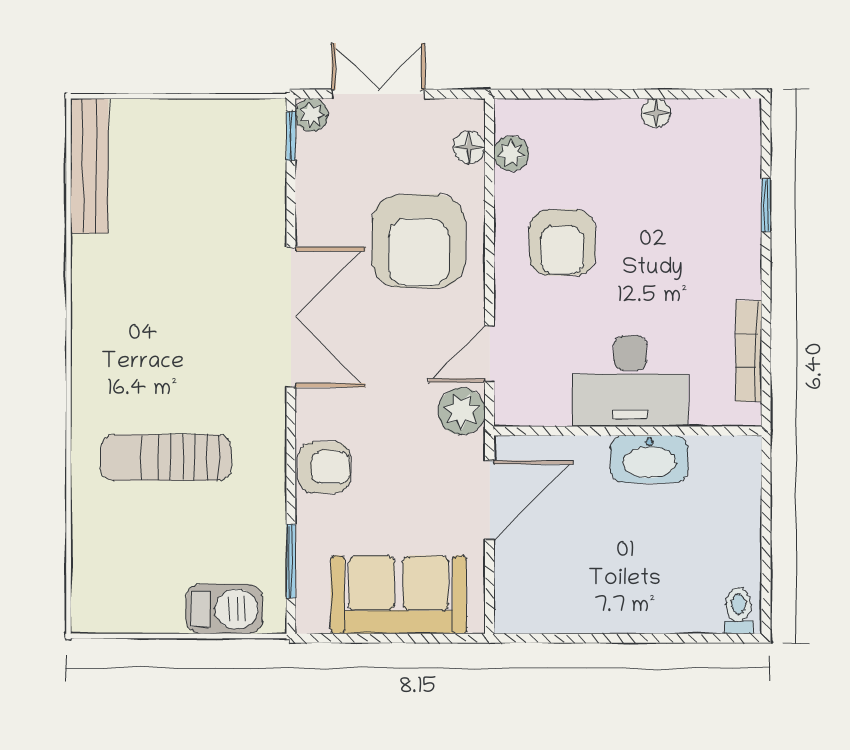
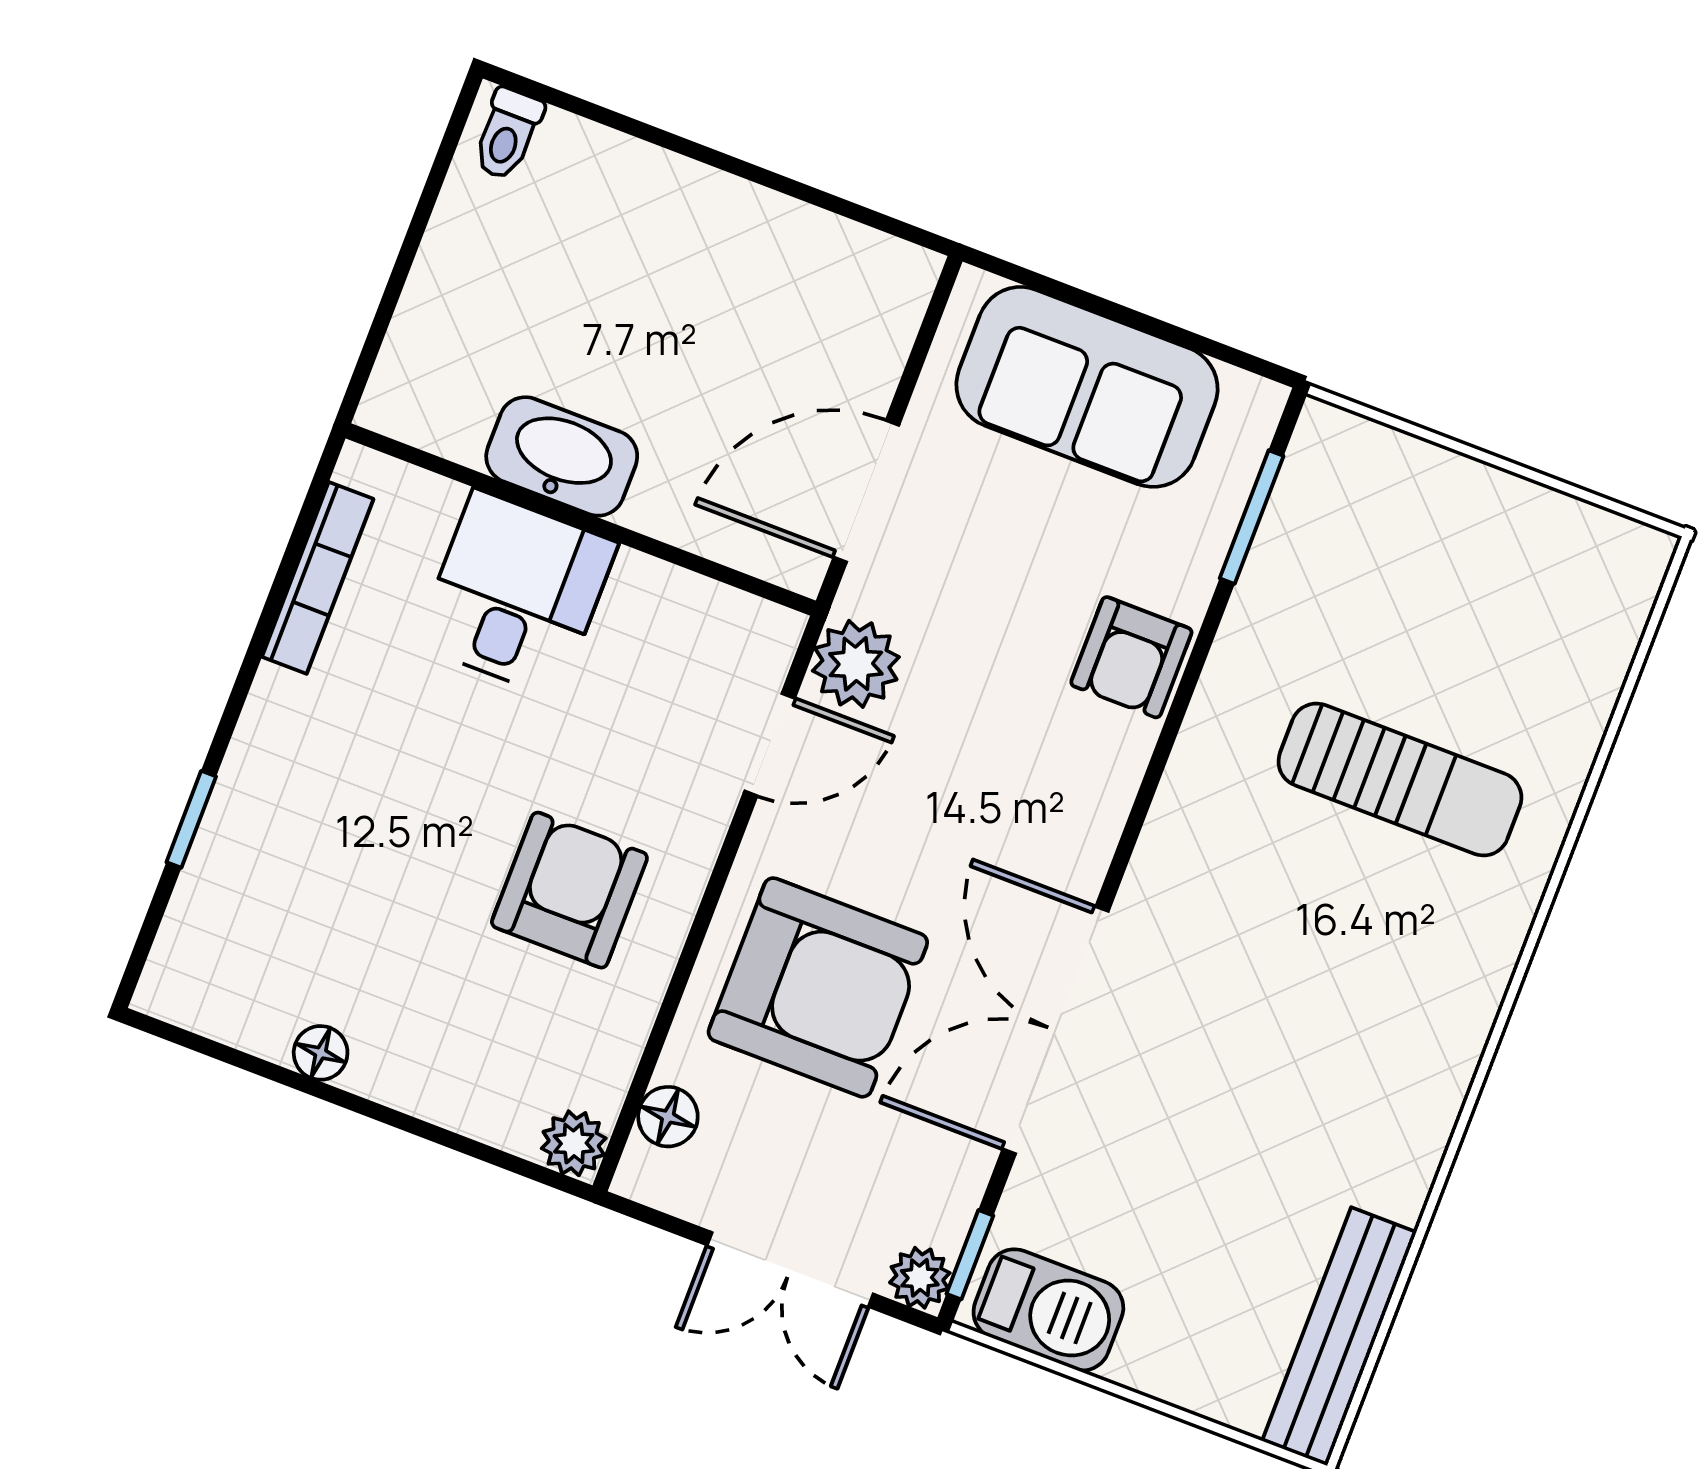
plant: (511, 153) -> (574, 1143), moved
armchair: (419, 241) -> (818, 987), turned 90
double door: (291, 317) -> (1056, 1030), moved
desk: (630, 381) -> (516, 594), width x0.73
armchair: (324, 467) -> (1131, 657), turned -90
barbecue: (224, 609) -> (1048, 1310), moved, turned 180

